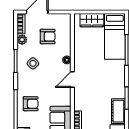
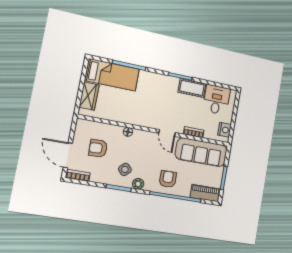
armchair: (48, 37) -> (98, 148), turned -92
plant: (22, 40) -> (138, 184), moved
door: (72, 80) -> (167, 133), moved

